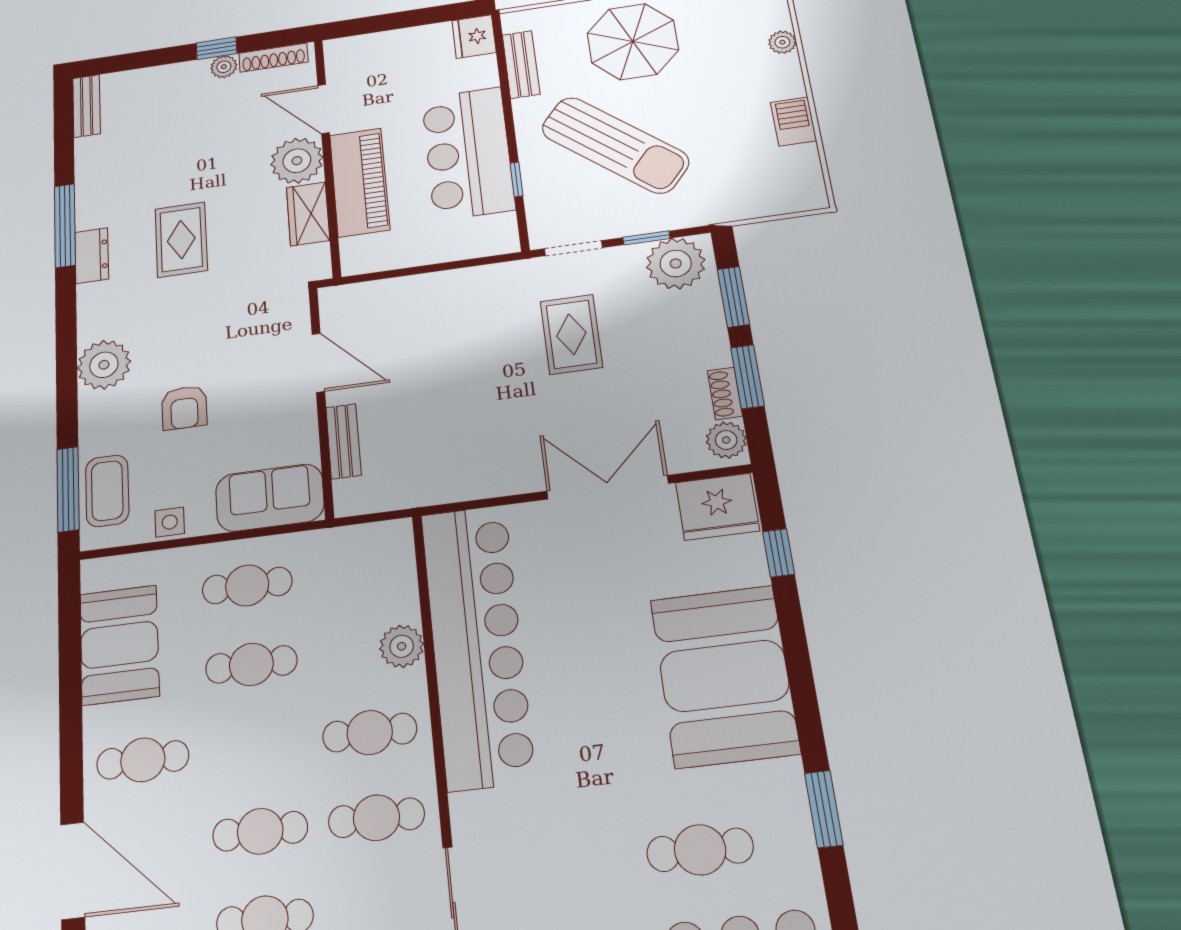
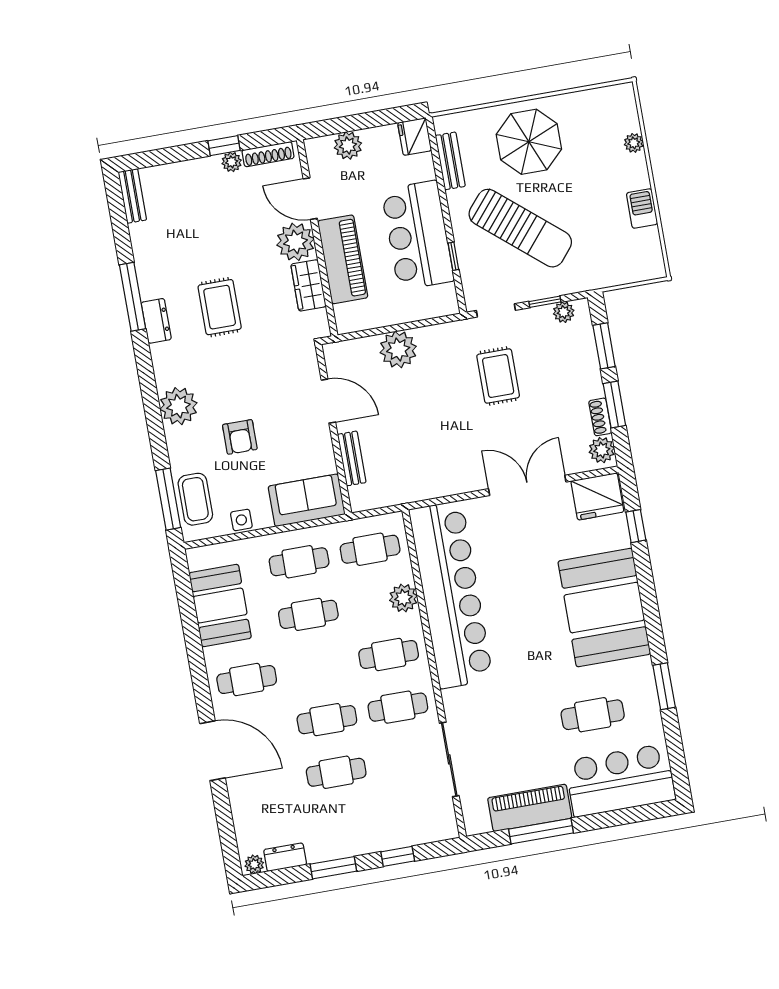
plant: (382, 47) -> (348, 146), added
plant: (676, 263) -> (564, 312), width x0.53, depth x0.53
plant: (427, 297) -> (398, 349), added
cafe table: (357, 571) -> (370, 549), added

